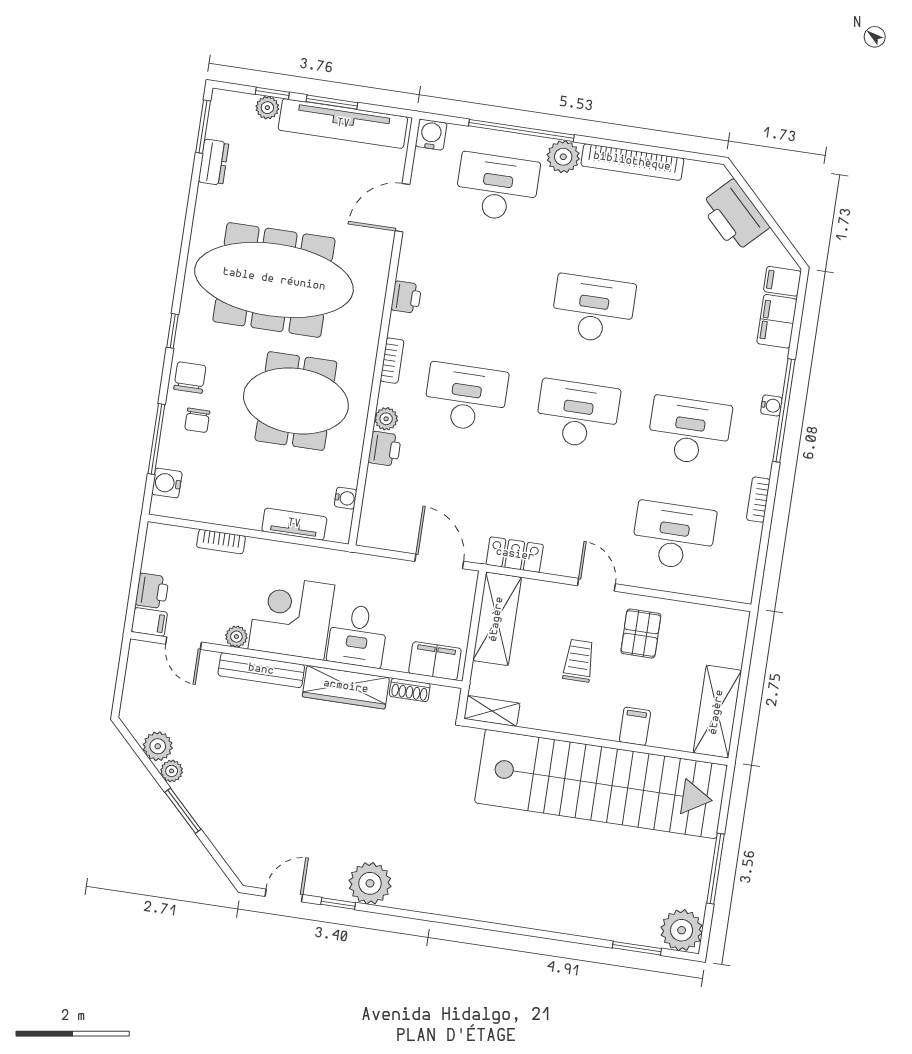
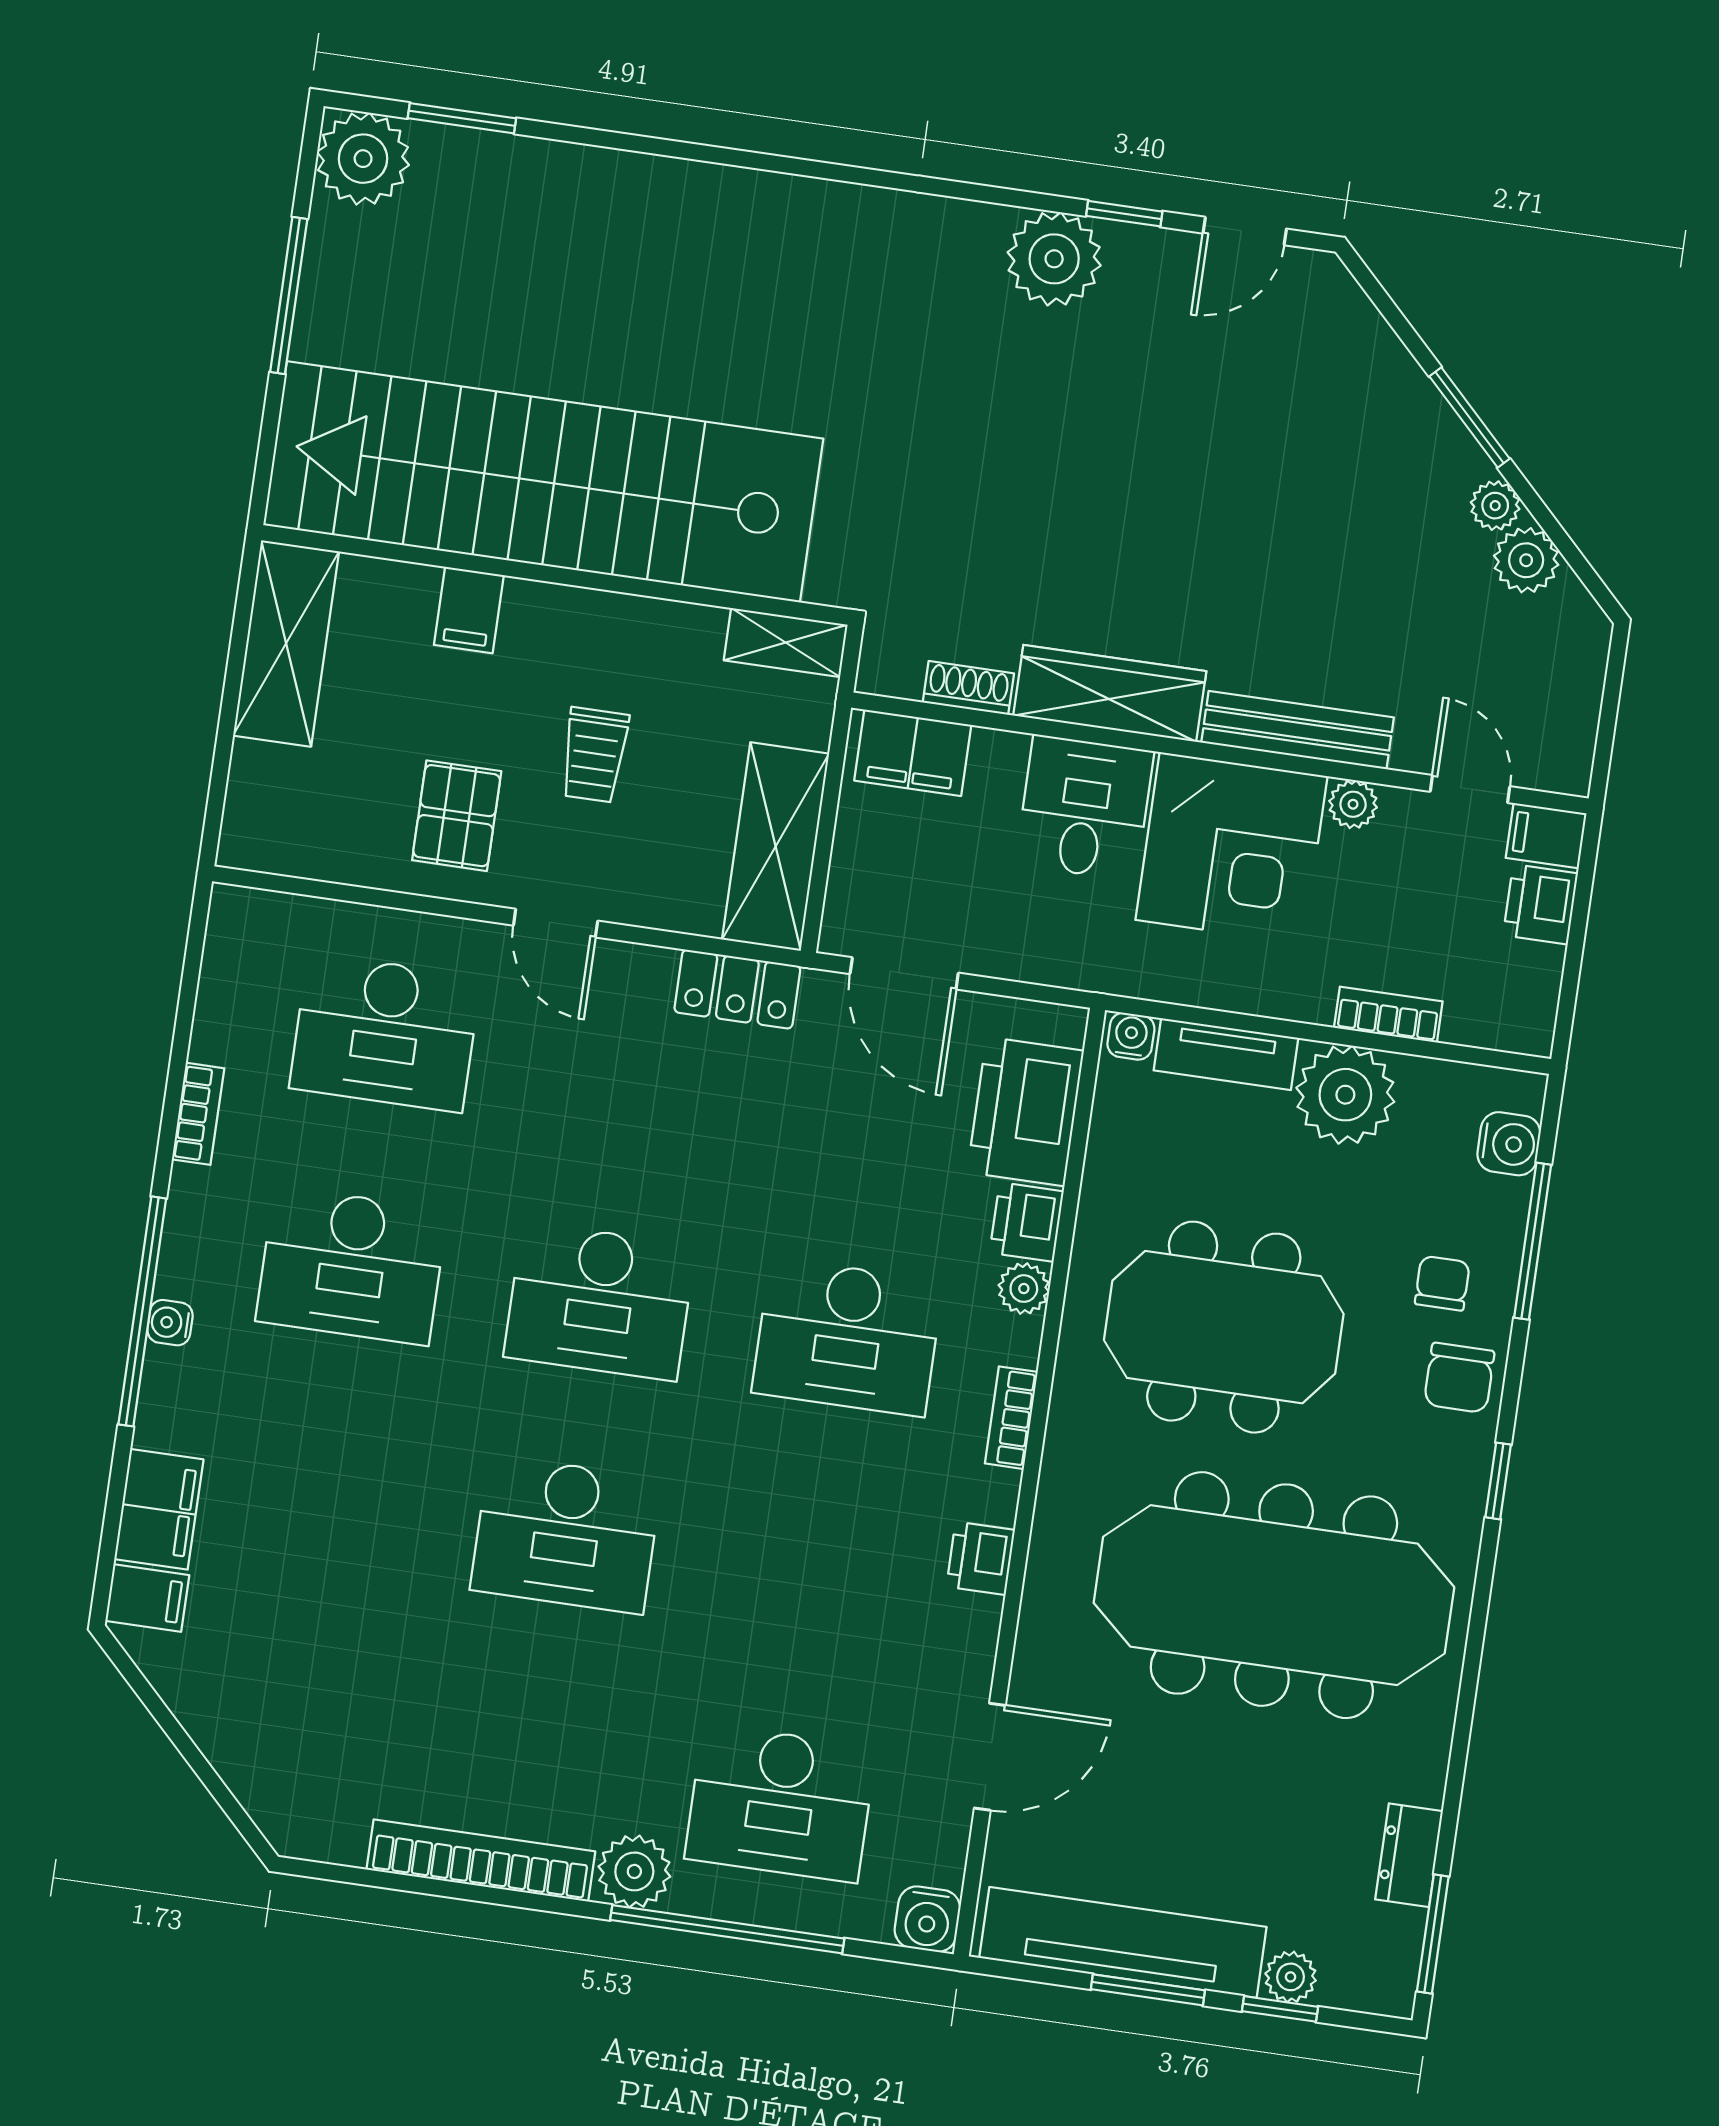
printer: (734, 216) -> (1025, 1112), moved, turned -135
water cooler: (346, 498) -> (1131, 1036), moved, turned 90
plant: (241, 506) -> (1345, 1095), added

